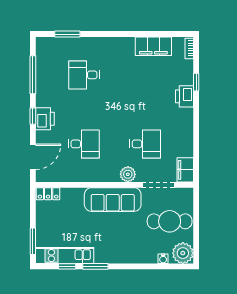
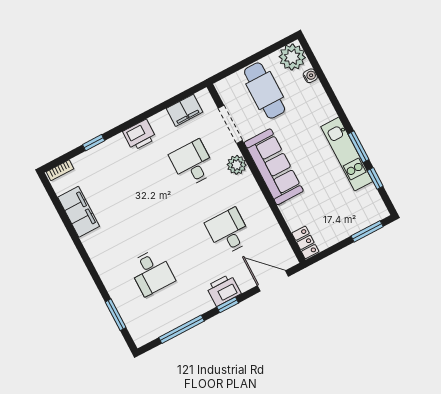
printer: (185, 96) -> (140, 135), moved
filing cabinet: (185, 170) -> (184, 110), moved
kitchen unit: (65, 255) -> (347, 154), moved

